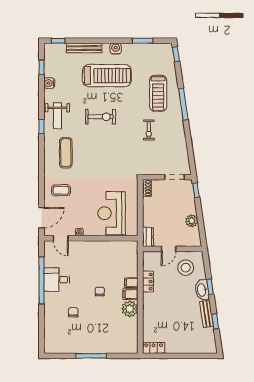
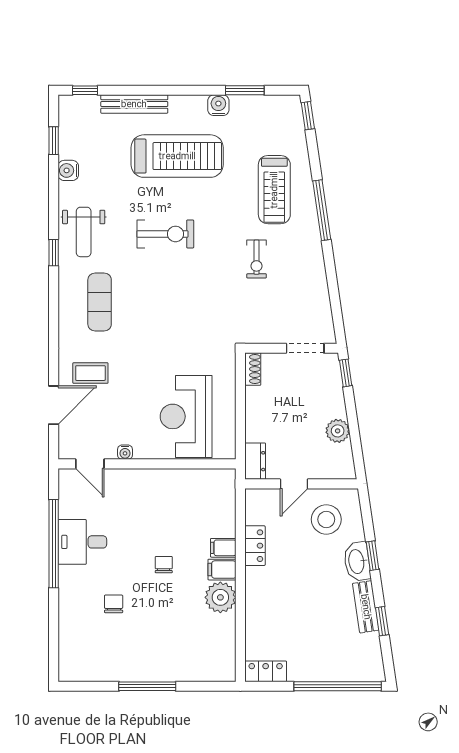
water cooler: (116, 49) -> (218, 105), moved
door: (42, 218) -> (54, 405), moved
window: (192, 356) -> (338, 686), added

